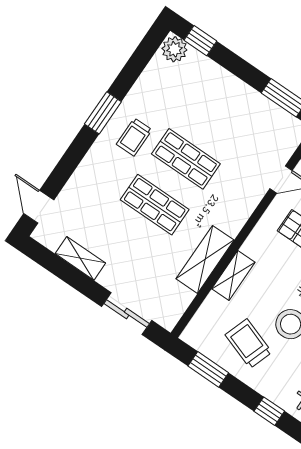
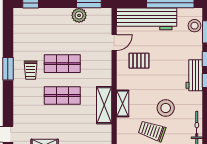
plant: (174, 49) -> (79, 15), moved

